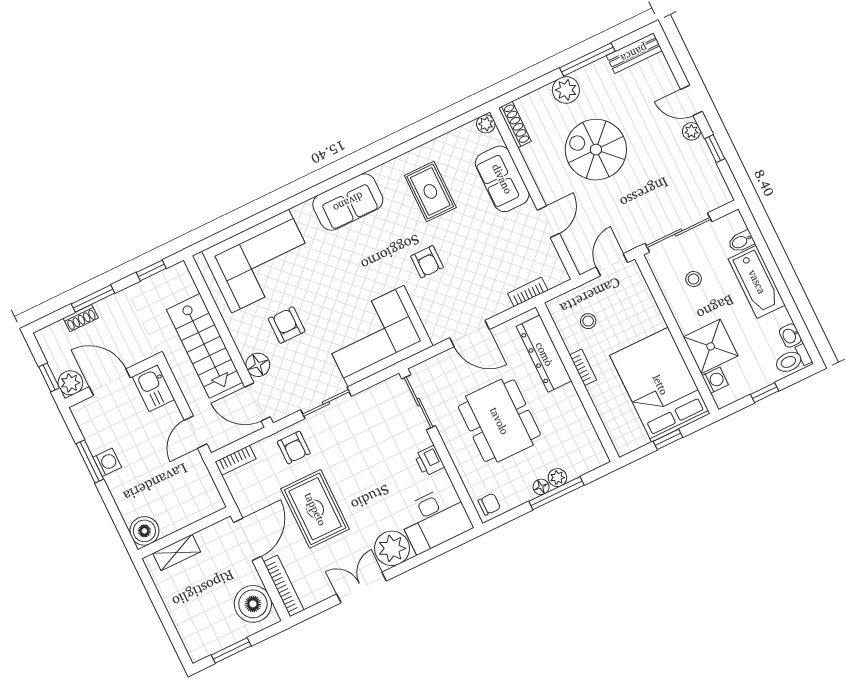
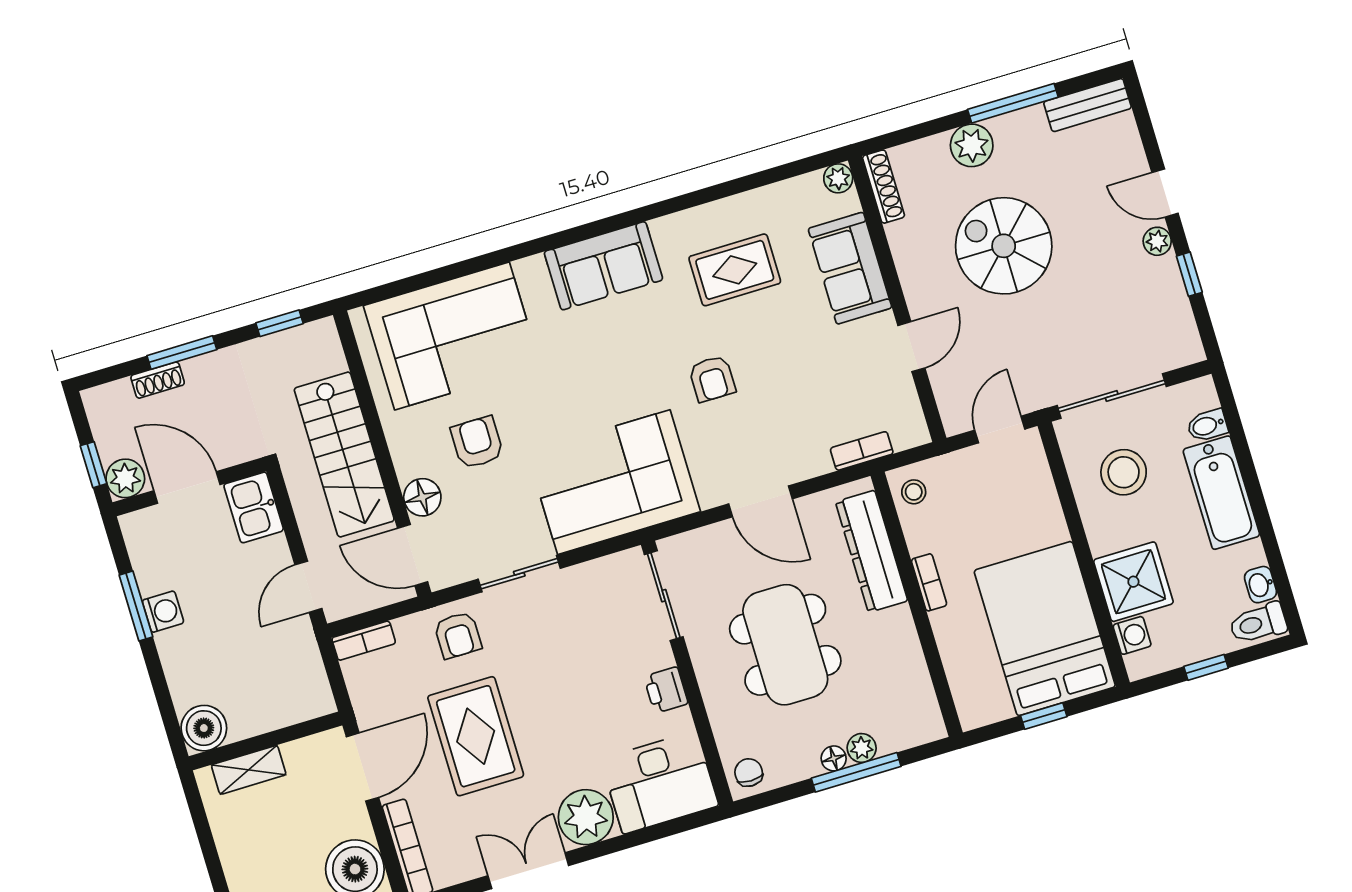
rug: (430, 191) -> (735, 270), turned 90
stool: (694, 279) -> (1124, 472), width x1.89, depth x1.89
stool: (588, 321) -> (914, 492), moved
chair: (489, 504) -> (749, 773), turned -90

